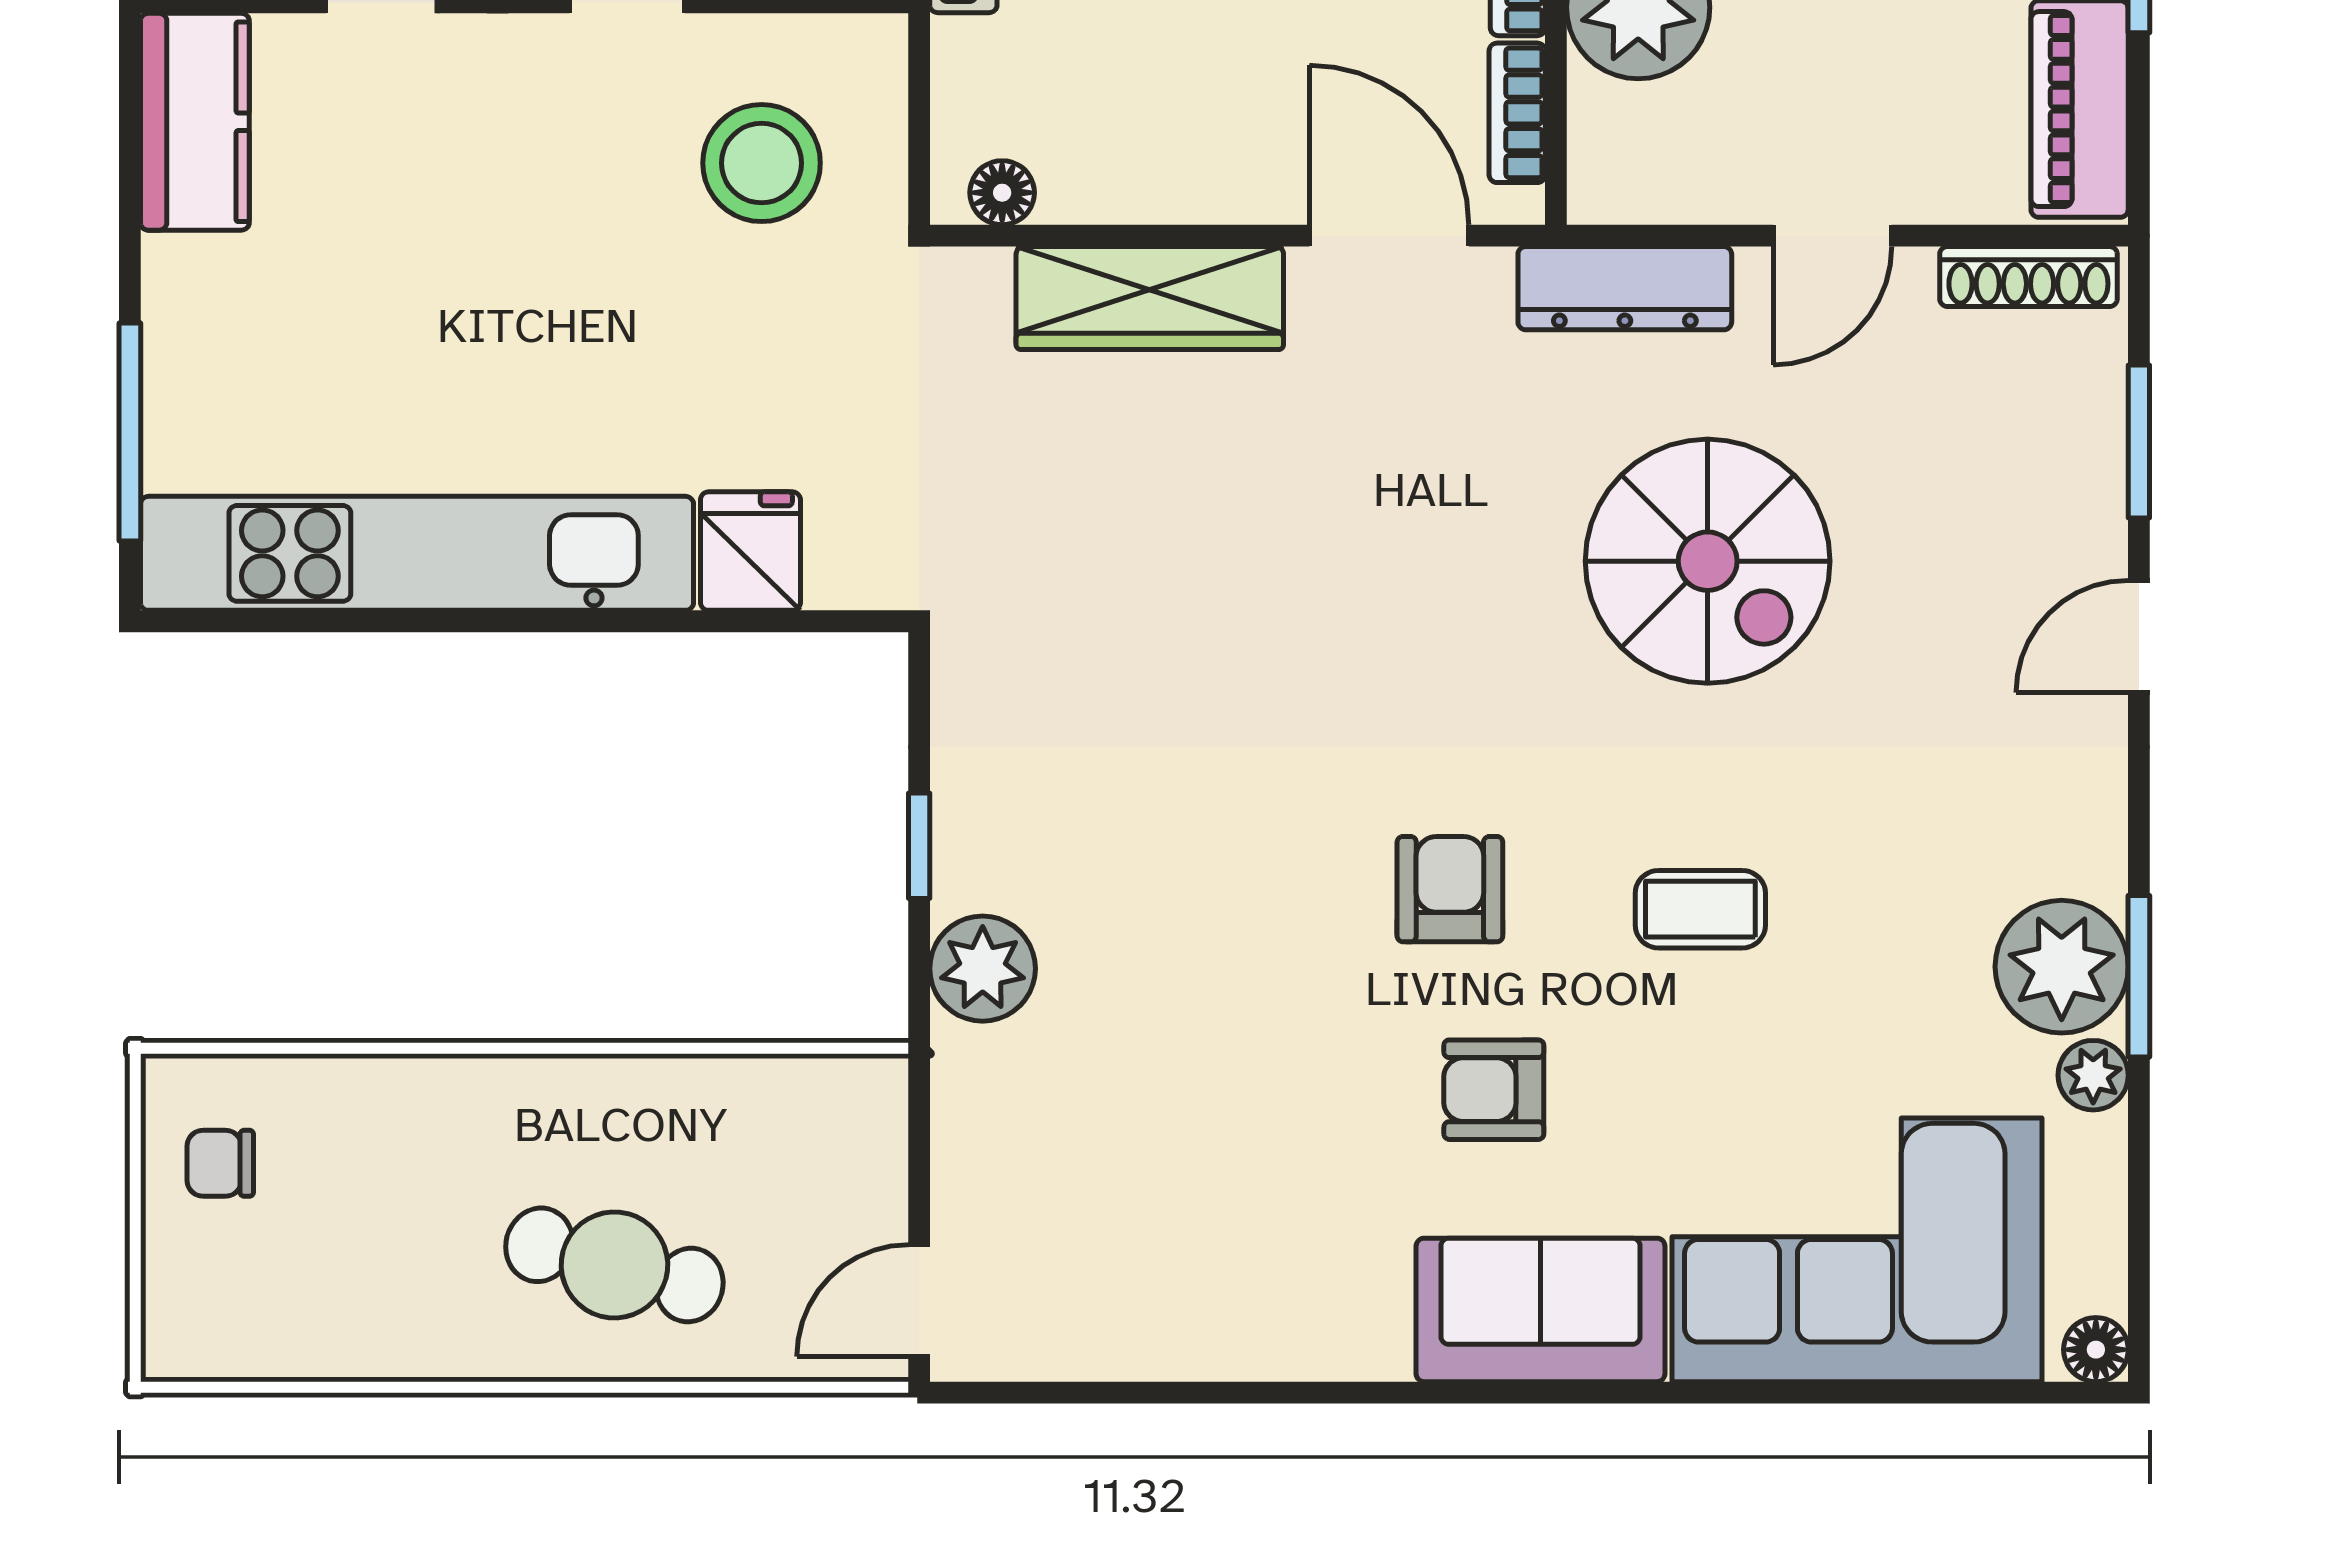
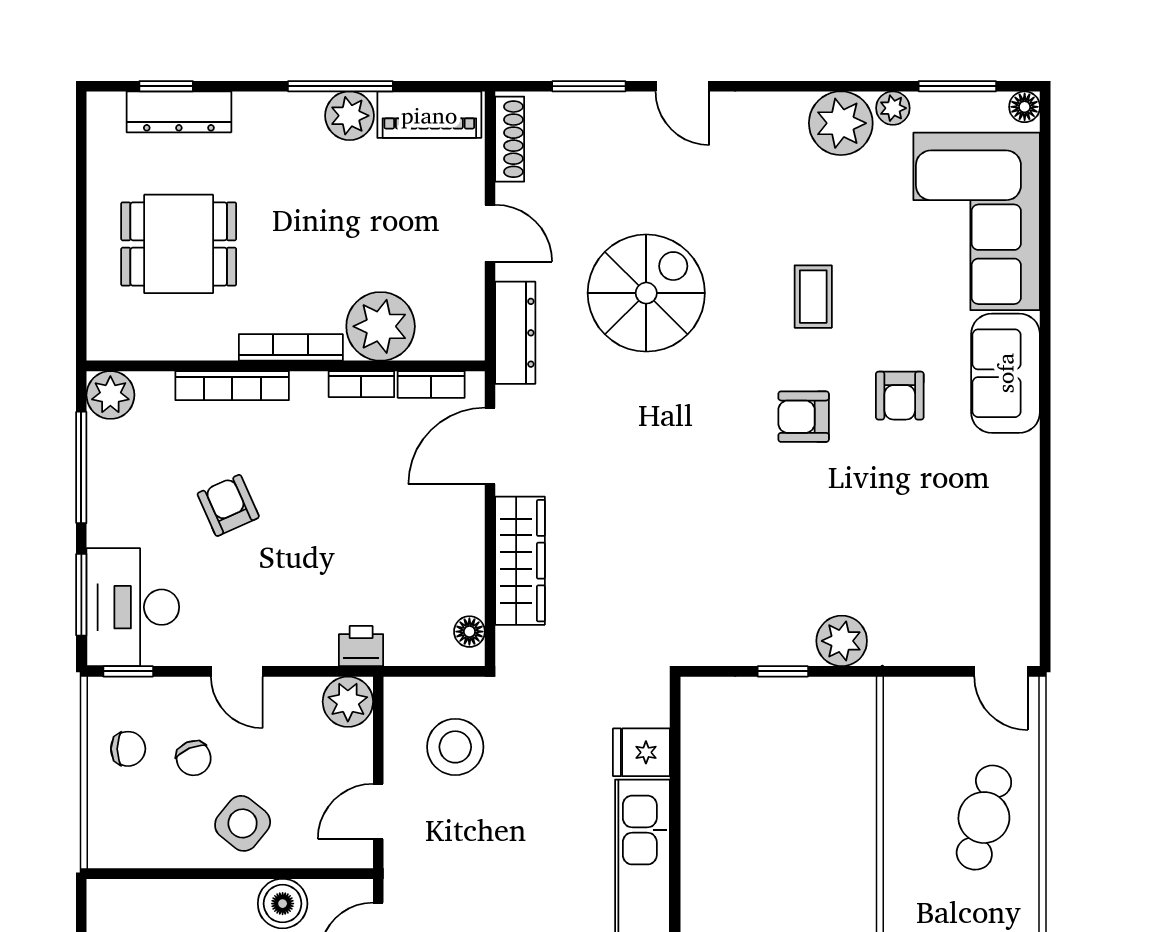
window: (2139, 976) -> (957, 86), moved

